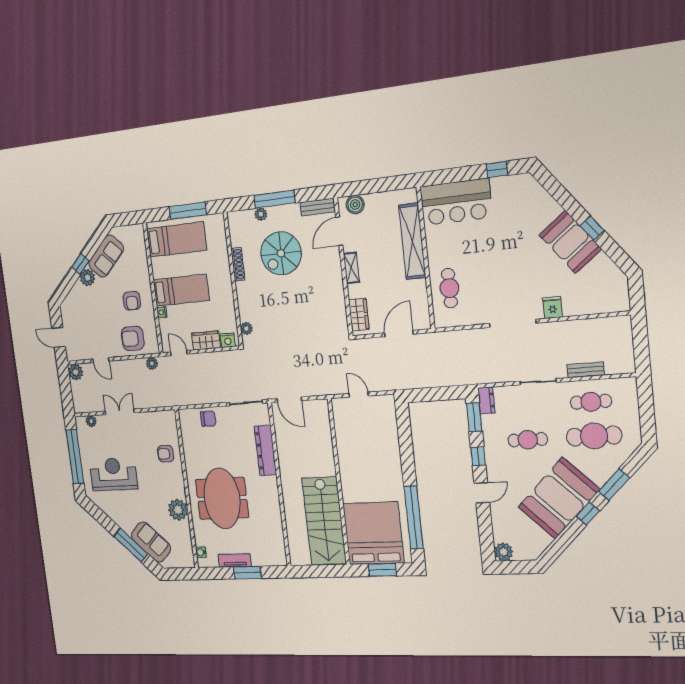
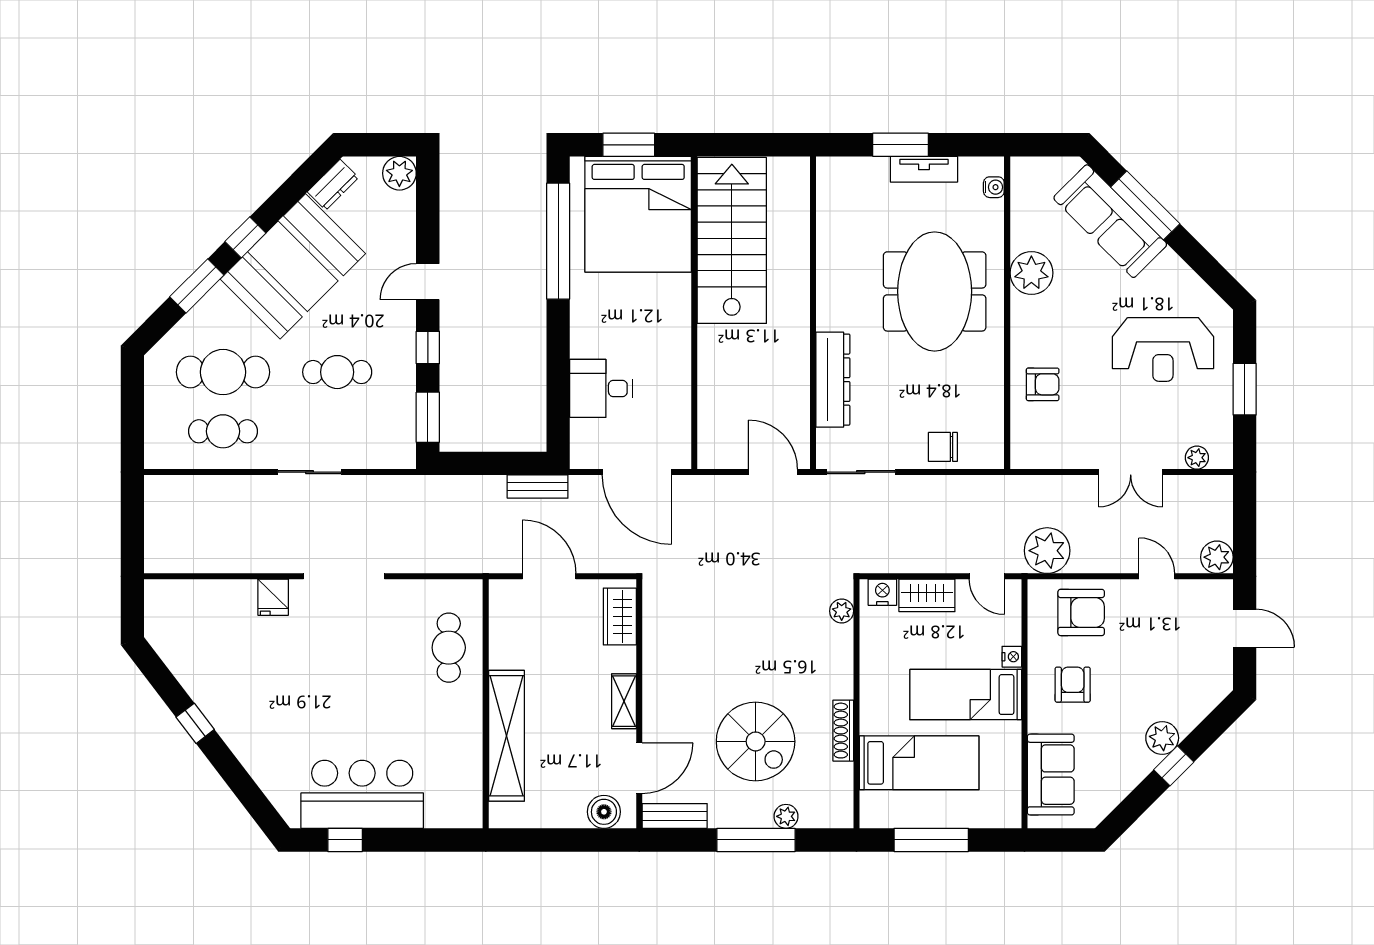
bar counter: (456, 202) -> (362, 794), moved
bed: (177, 239) -> (919, 763), moved, turned 180
booth: (570, 242) -> (233, 704), removed
spiral stairs: (281, 253) -> (756, 741), turned 90
sofa: (106, 256) -> (1051, 775), moved, turned 135
door: (399, 334) -> (549, 576), swing flipped
plant: (152, 363) -> (1047, 551), width x1.87, depth x1.87
bench: (586, 370) -> (538, 487), moved
door: (359, 395) -> (637, 472), width x1.88
dresser: (486, 400) -> (333, 185), moved, turned -135
desk: (382, 439) -> (601, 388), added
window: (75, 457) -> (1245, 389), width x0.47
sofa: (151, 542) -> (1110, 221), width x1.36

